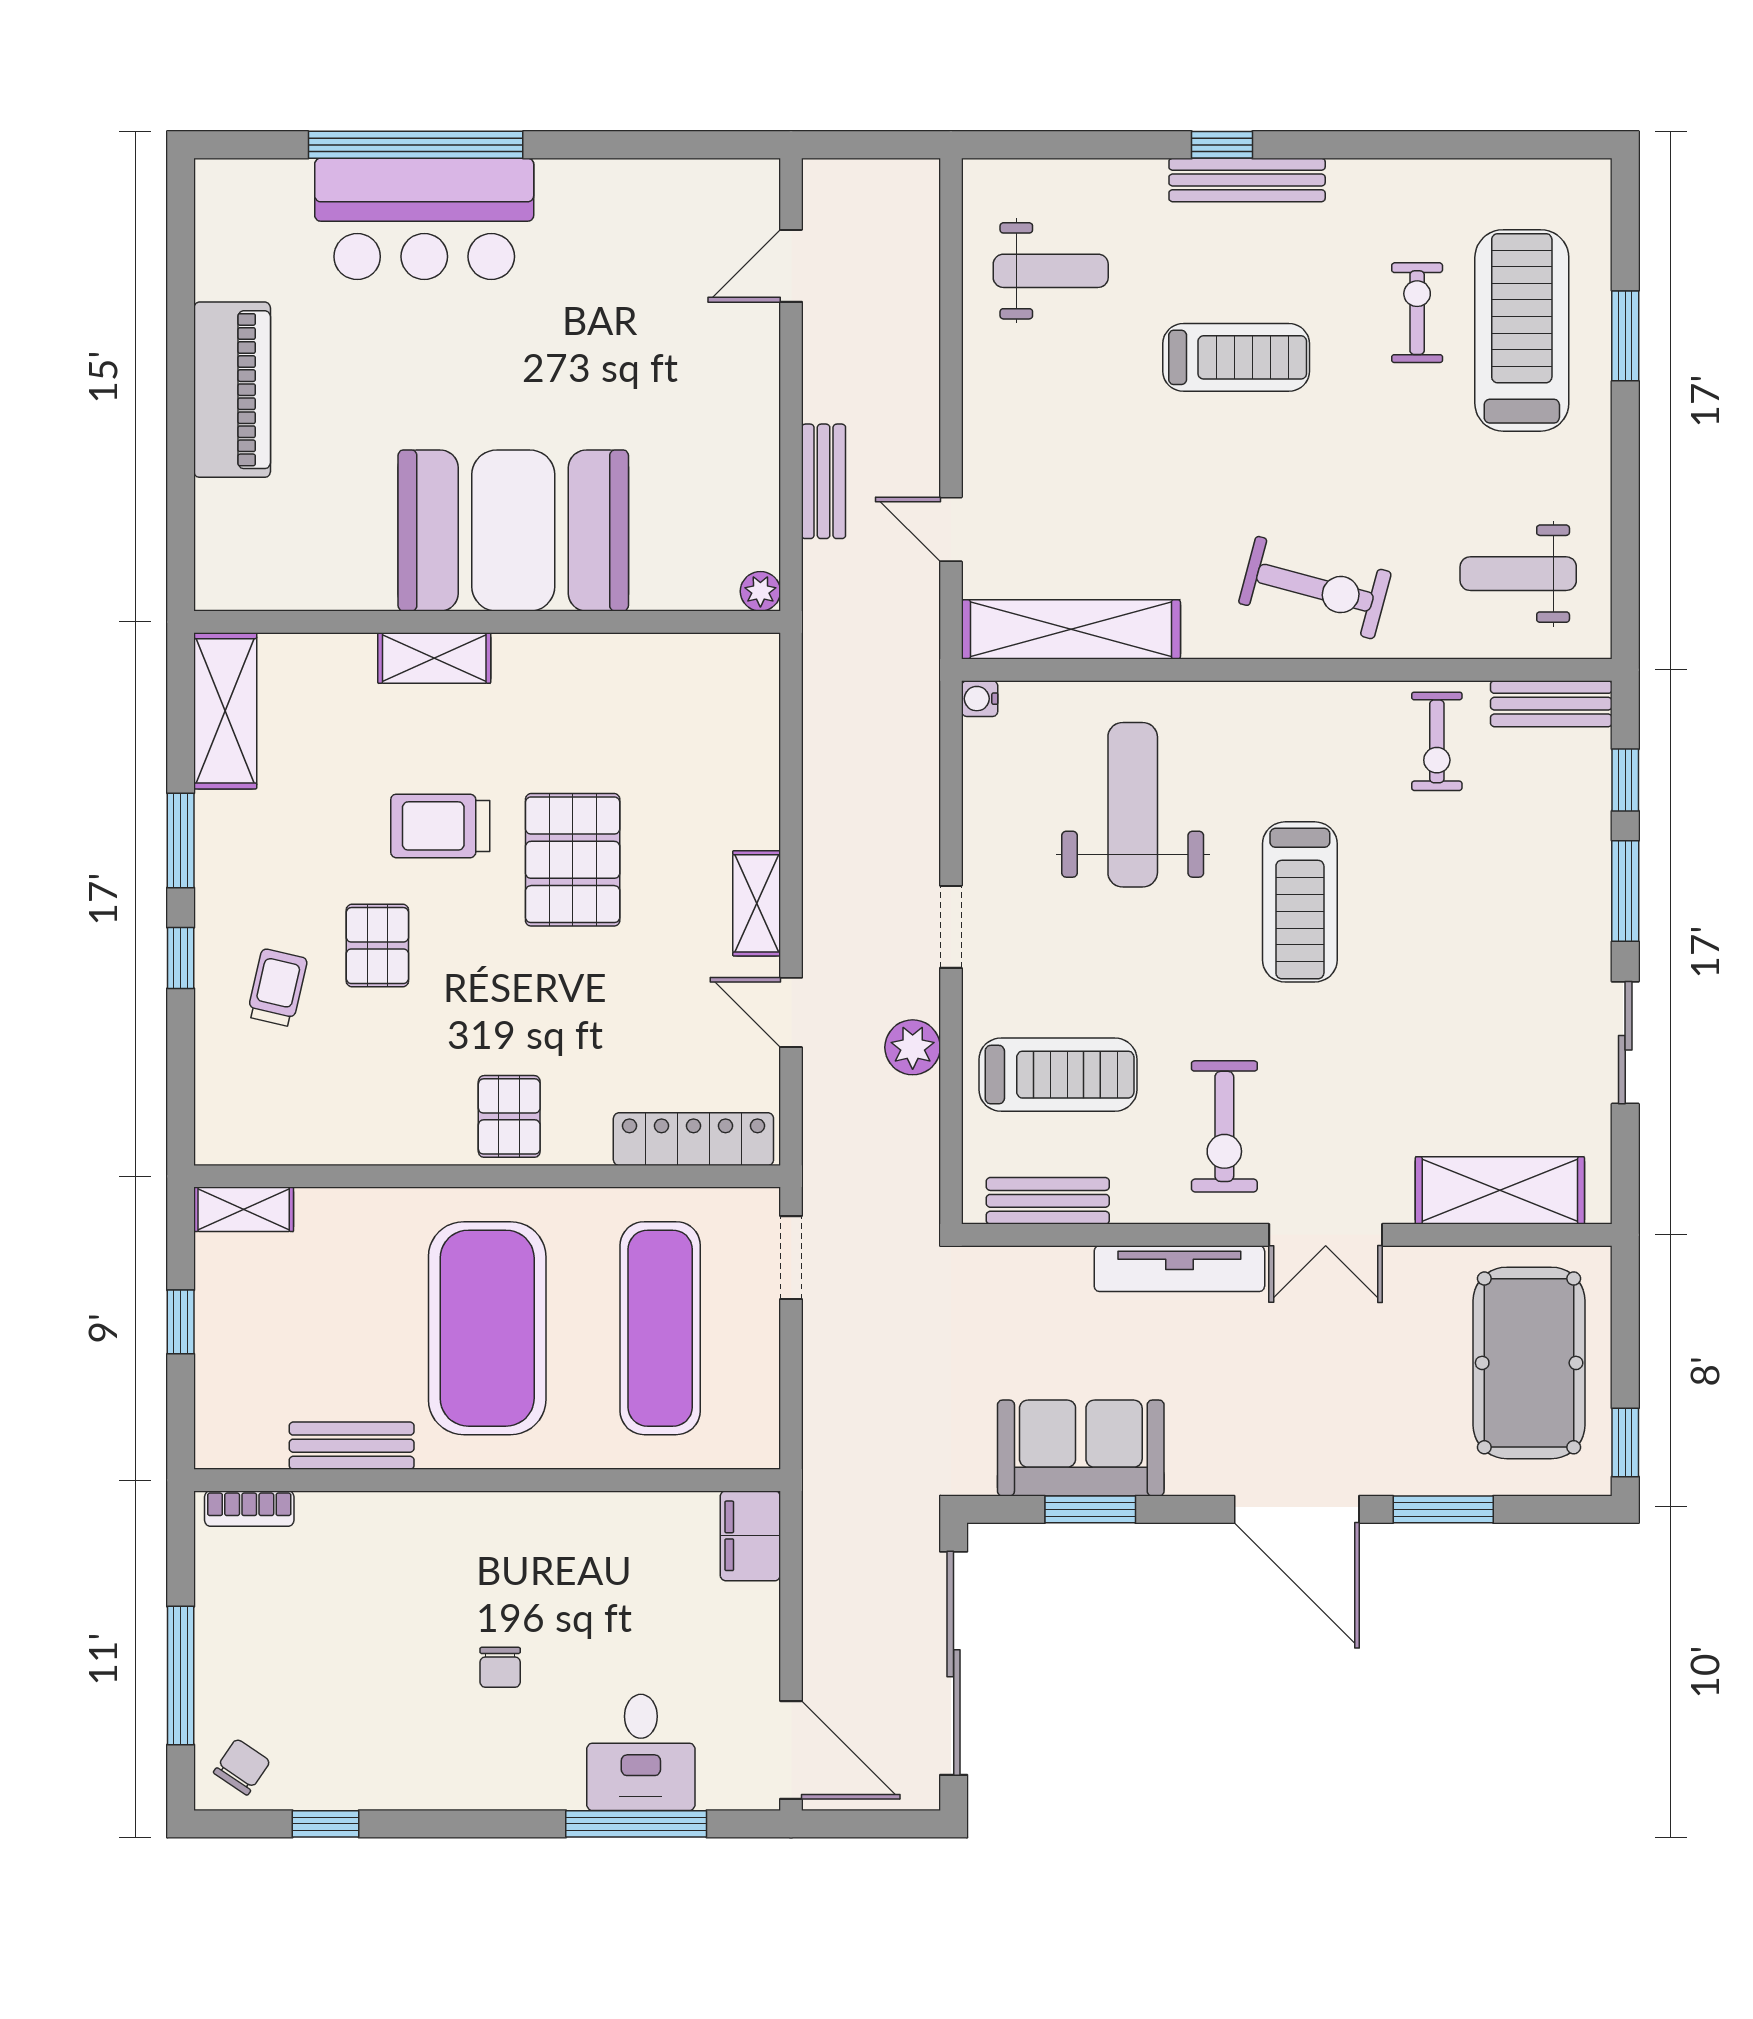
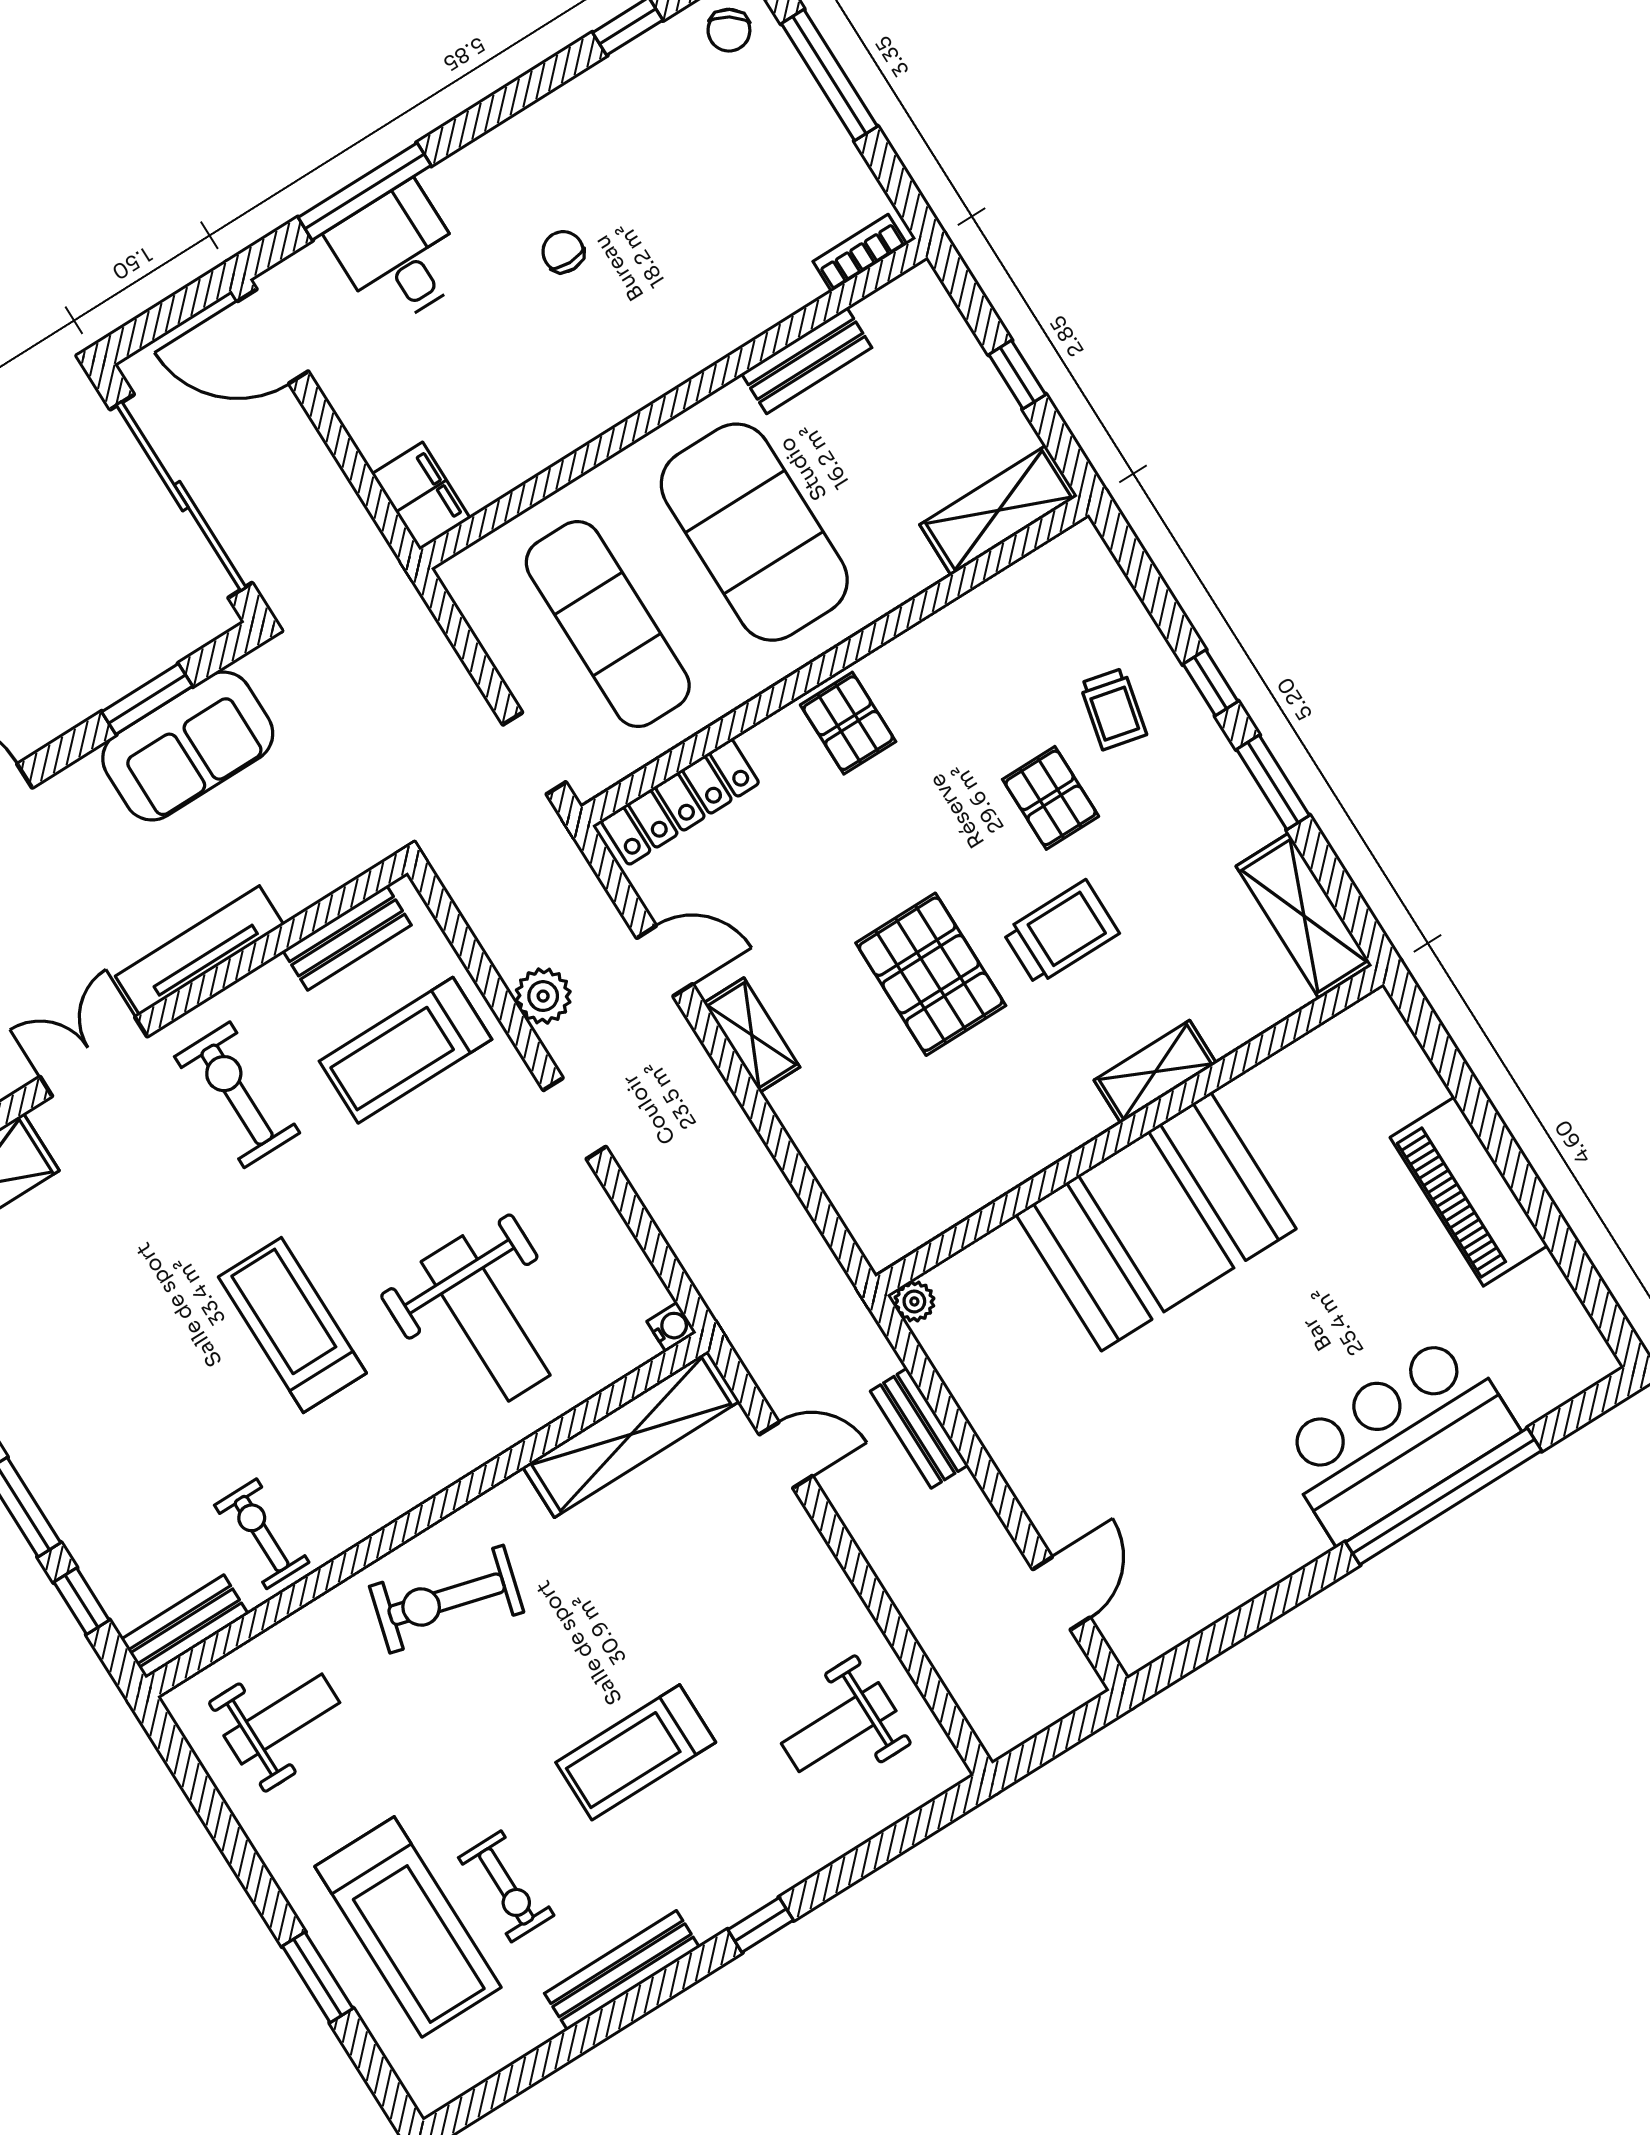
bench: (1247, 180) -> (622, 1970), moved
shelving: (244, 1209) -> (999, 510), width x1.50, depth x1.33

